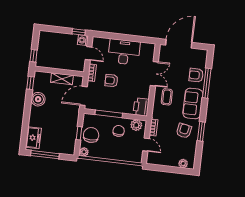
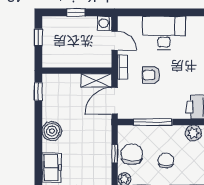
window: (79, 32) -> (76, 12), moved
window: (34, 56) -> (38, 37), moved
shelving: (62, 79) -> (96, 80), moved
boiler: (38, 99) -> (52, 131), moved
chair: (119, 131) -> (166, 161), moved

